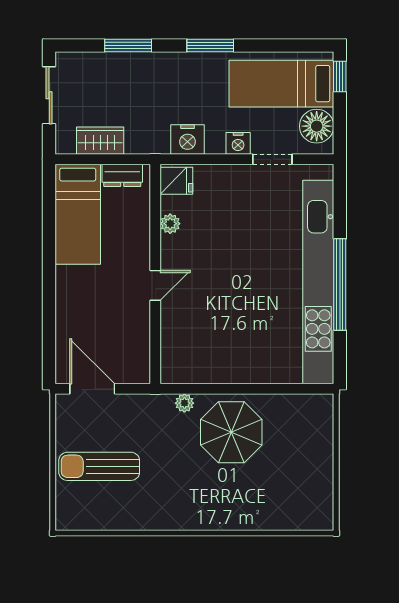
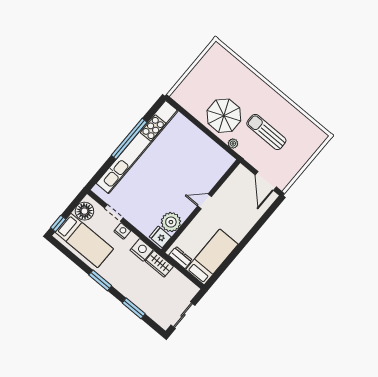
wardrobe: (100, 141) -> (159, 264), moved
plant: (170, 224) -> (171, 222), width x1.87, depth x1.87
sun lounger: (99, 466) -> (266, 132), moved, turned 180

